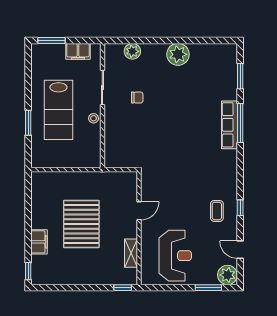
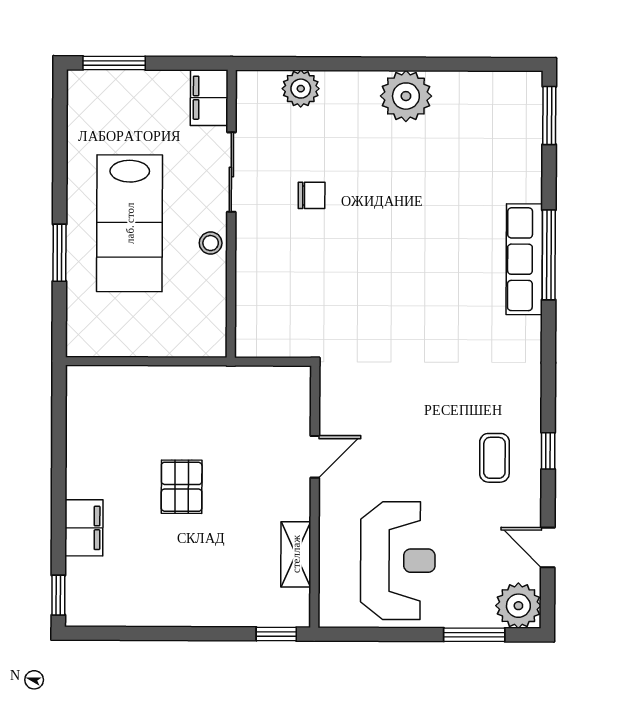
filing cabinet: (78, 51) -> (209, 98), moved, turned 90
window: (240, 76) -> (549, 116), moved
pallet: (81, 224) -> (182, 487), width x0.49, depth x0.50

